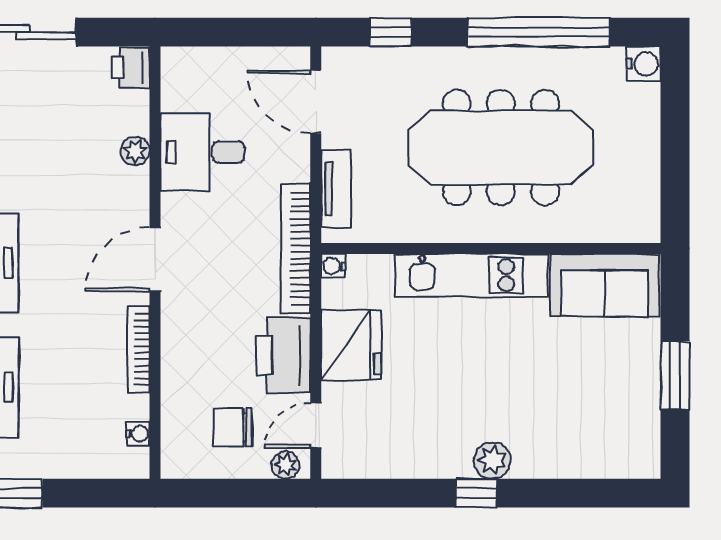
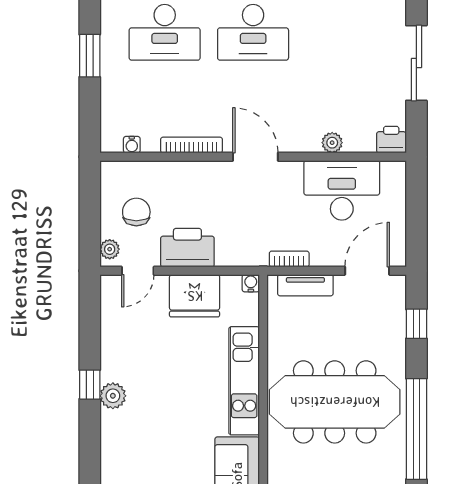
meeting table: (501, 147) -> (335, 402), turned 90
desk: (202, 152) -> (342, 190), width x1.37
bookcase: (296, 249) -> (289, 259), width x0.43, depth x0.76
door: (316, 425) -> (138, 271), swing flipped

